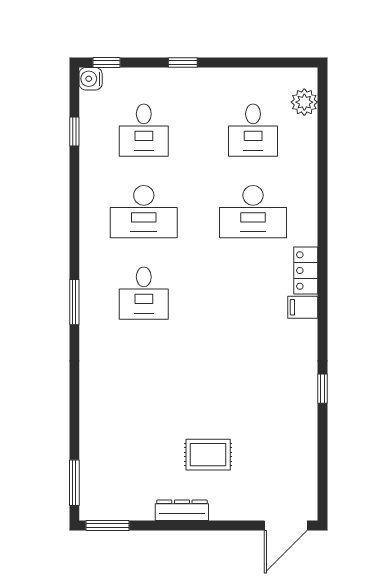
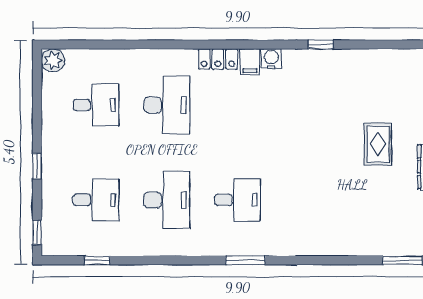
water cooler: (91, 79) -> (271, 59), moved, turned 180
plant: (304, 102) -> (53, 60), moved

